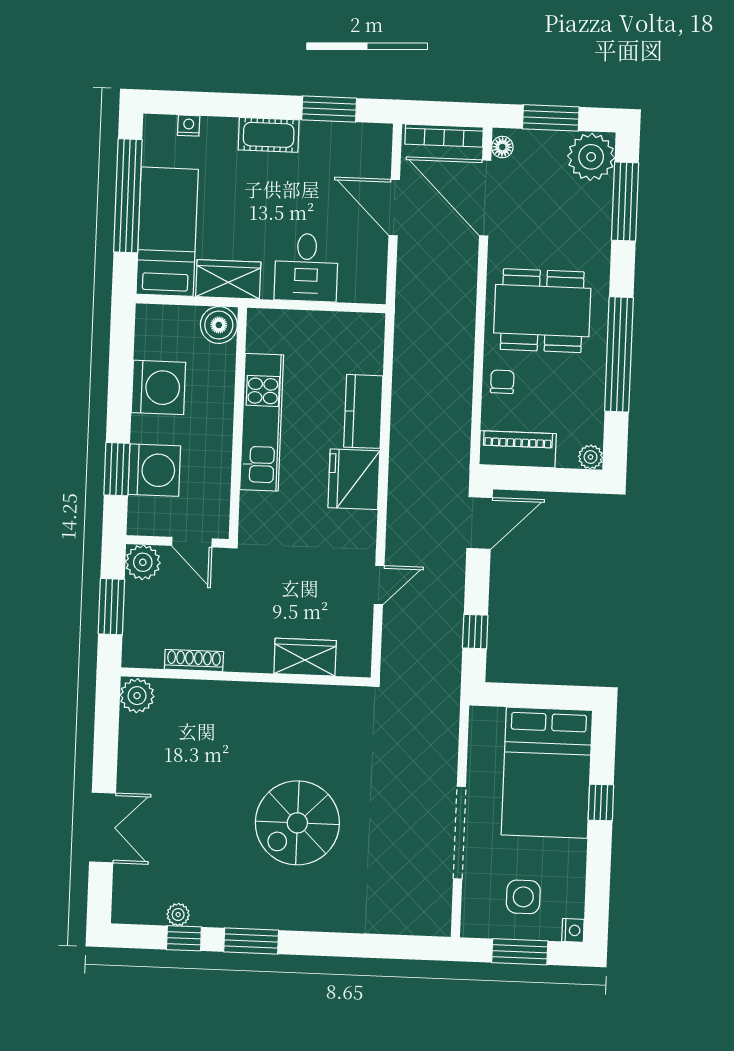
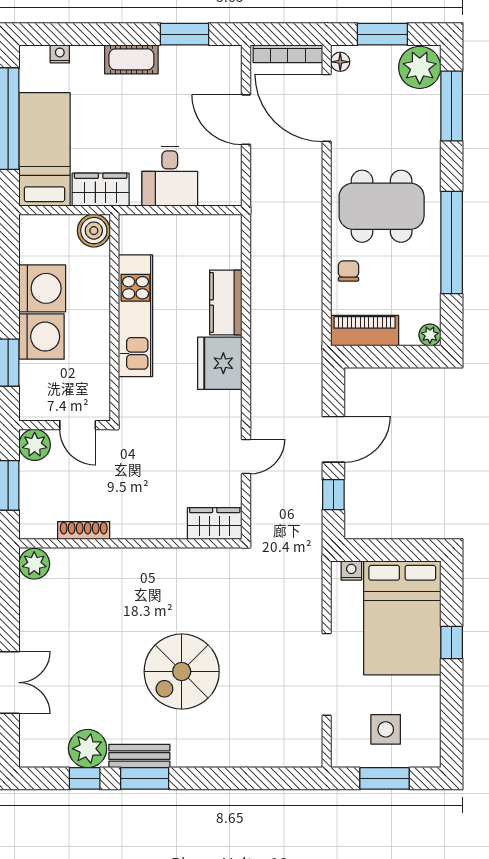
washing machine: (154, 470) -> (42, 337), moved
door: (480, 523) -> (333, 439), moved
wardrobe: (305, 657) -> (215, 523), moved
plant: (178, 915) -> (88, 749), width x1.88, depth x1.88
bench: (246, 916) -> (139, 756), added
nightstand: (573, 930) -> (351, 570), moved, turned -90

